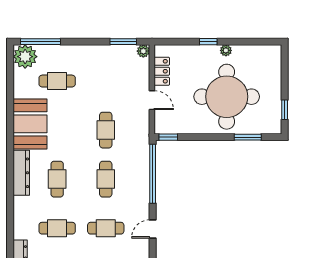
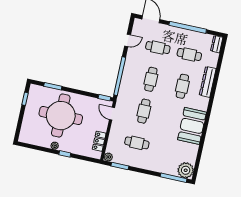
cafe table: (57, 81) -> (137, 143), moved
door: (152, 100) -> (112, 114), moved
dresser: (21, 173) -> (208, 82), moved

